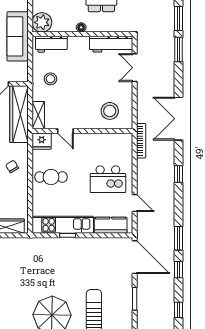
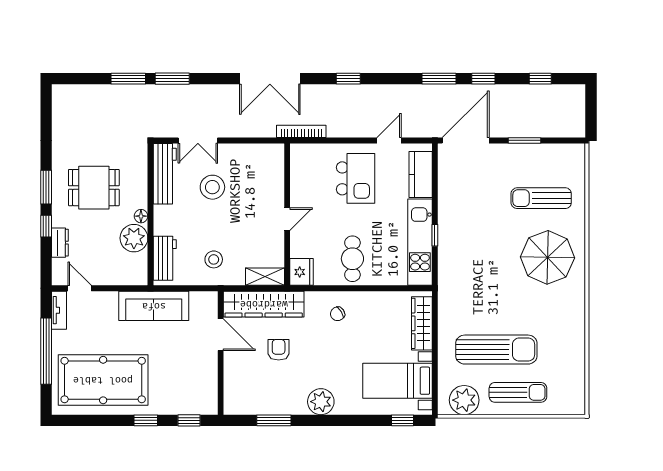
plant: (42, 22) -> (134, 238), moved
stool: (110, 111) -> (212, 187), moved
door: (65, 131) -> (287, 219), moved

